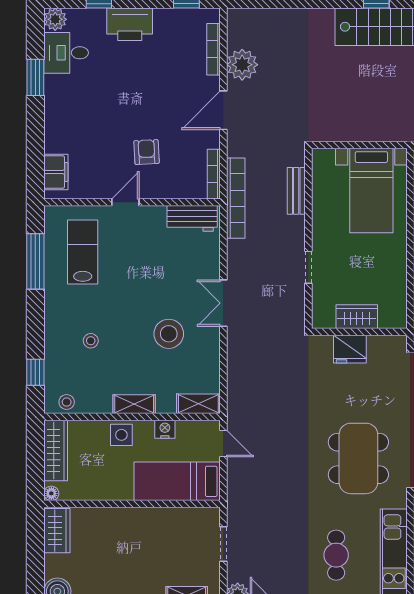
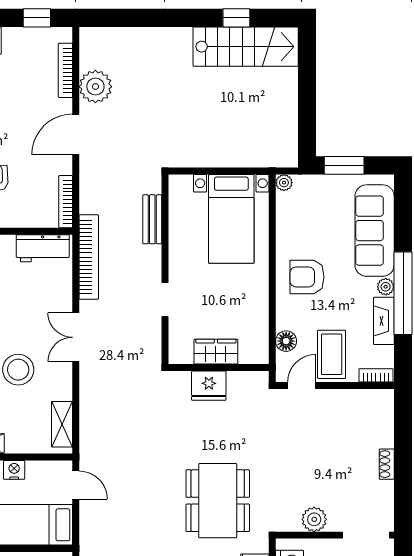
bookcase: (236, 198) -> (89, 257), moved
shelving: (198, 404) -> (62, 424), moved, turned 90

